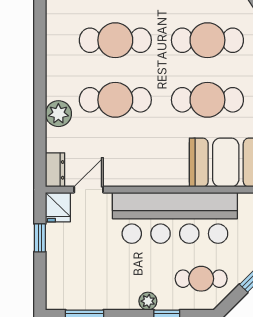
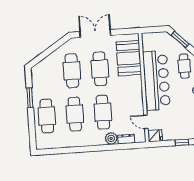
dresser: (55, 170) -> (126, 139), moved
window: (40, 238) -> (182, 142), moved

